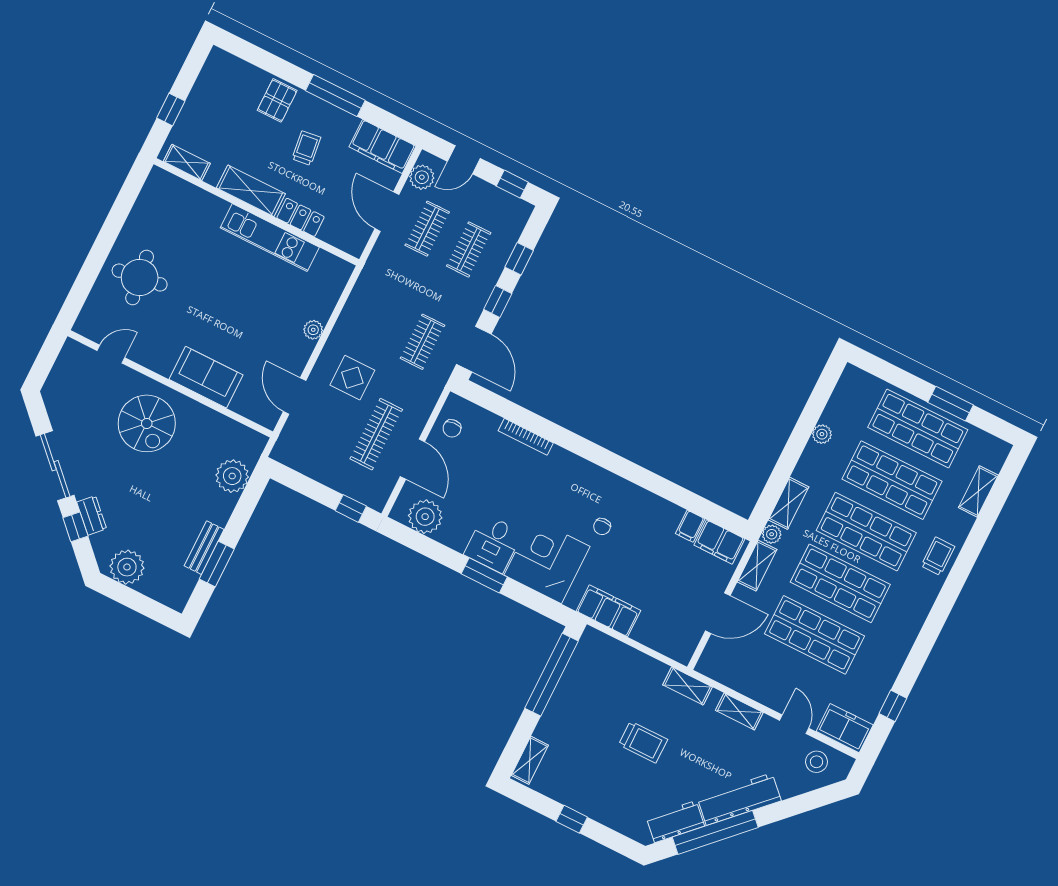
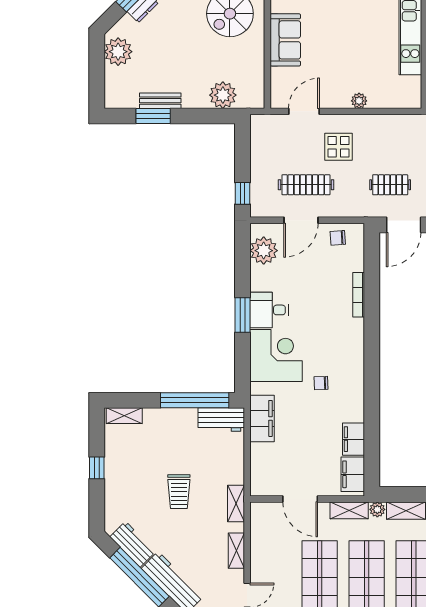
filing cabinet: (690, 526) -> (353, 439), width x2.00
workbench: (587, 656) -> (221, 420), added

